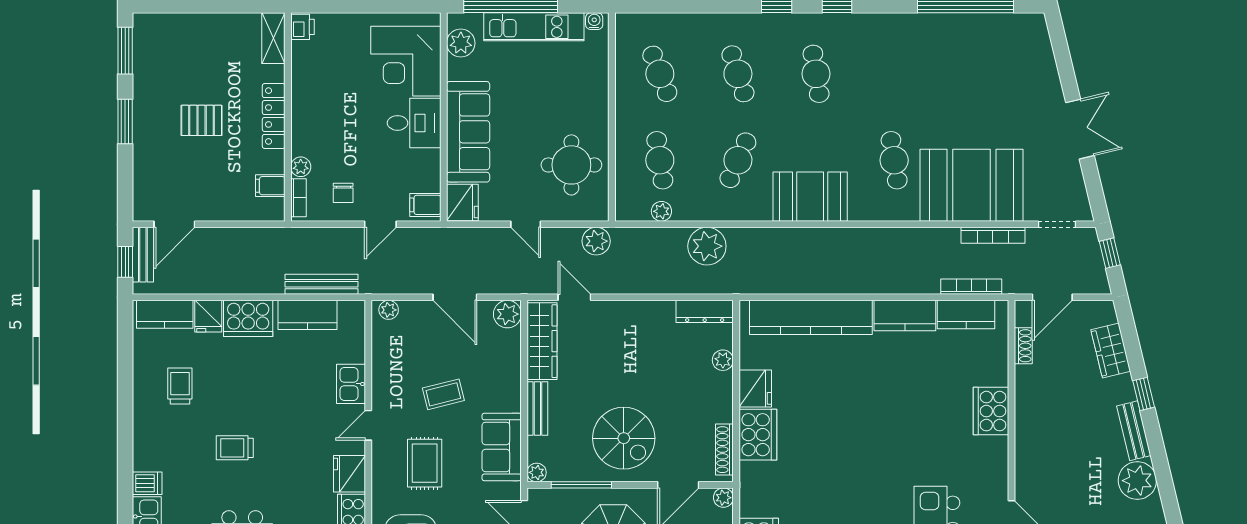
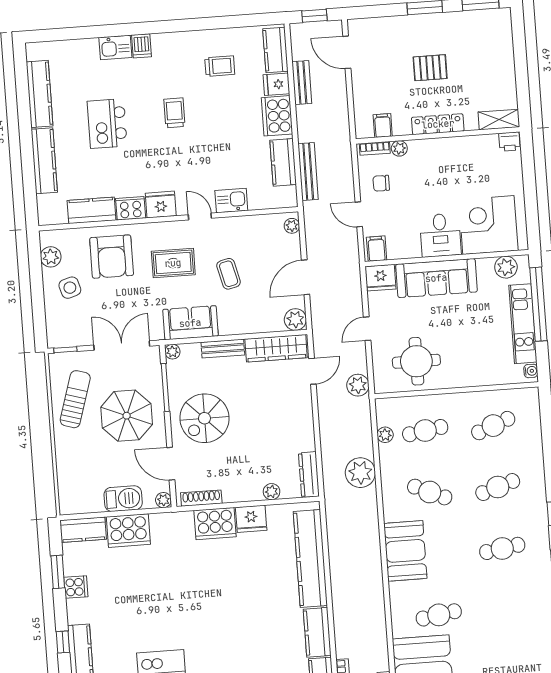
pallet: (202, 120) -> (430, 68), turned 90
bench: (143, 255) -> (302, 83), moved, turned 90

